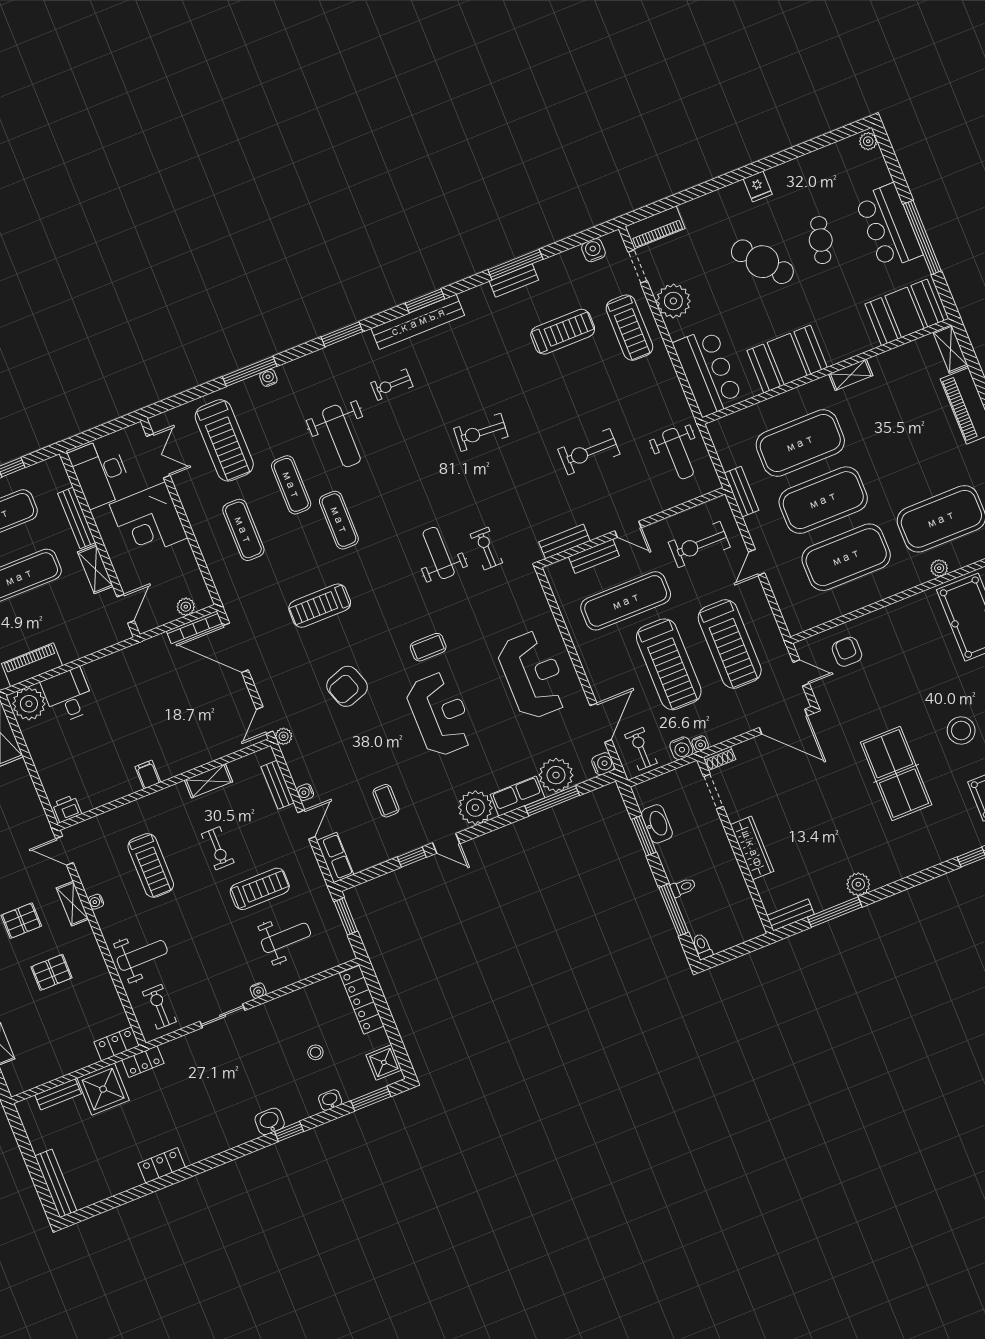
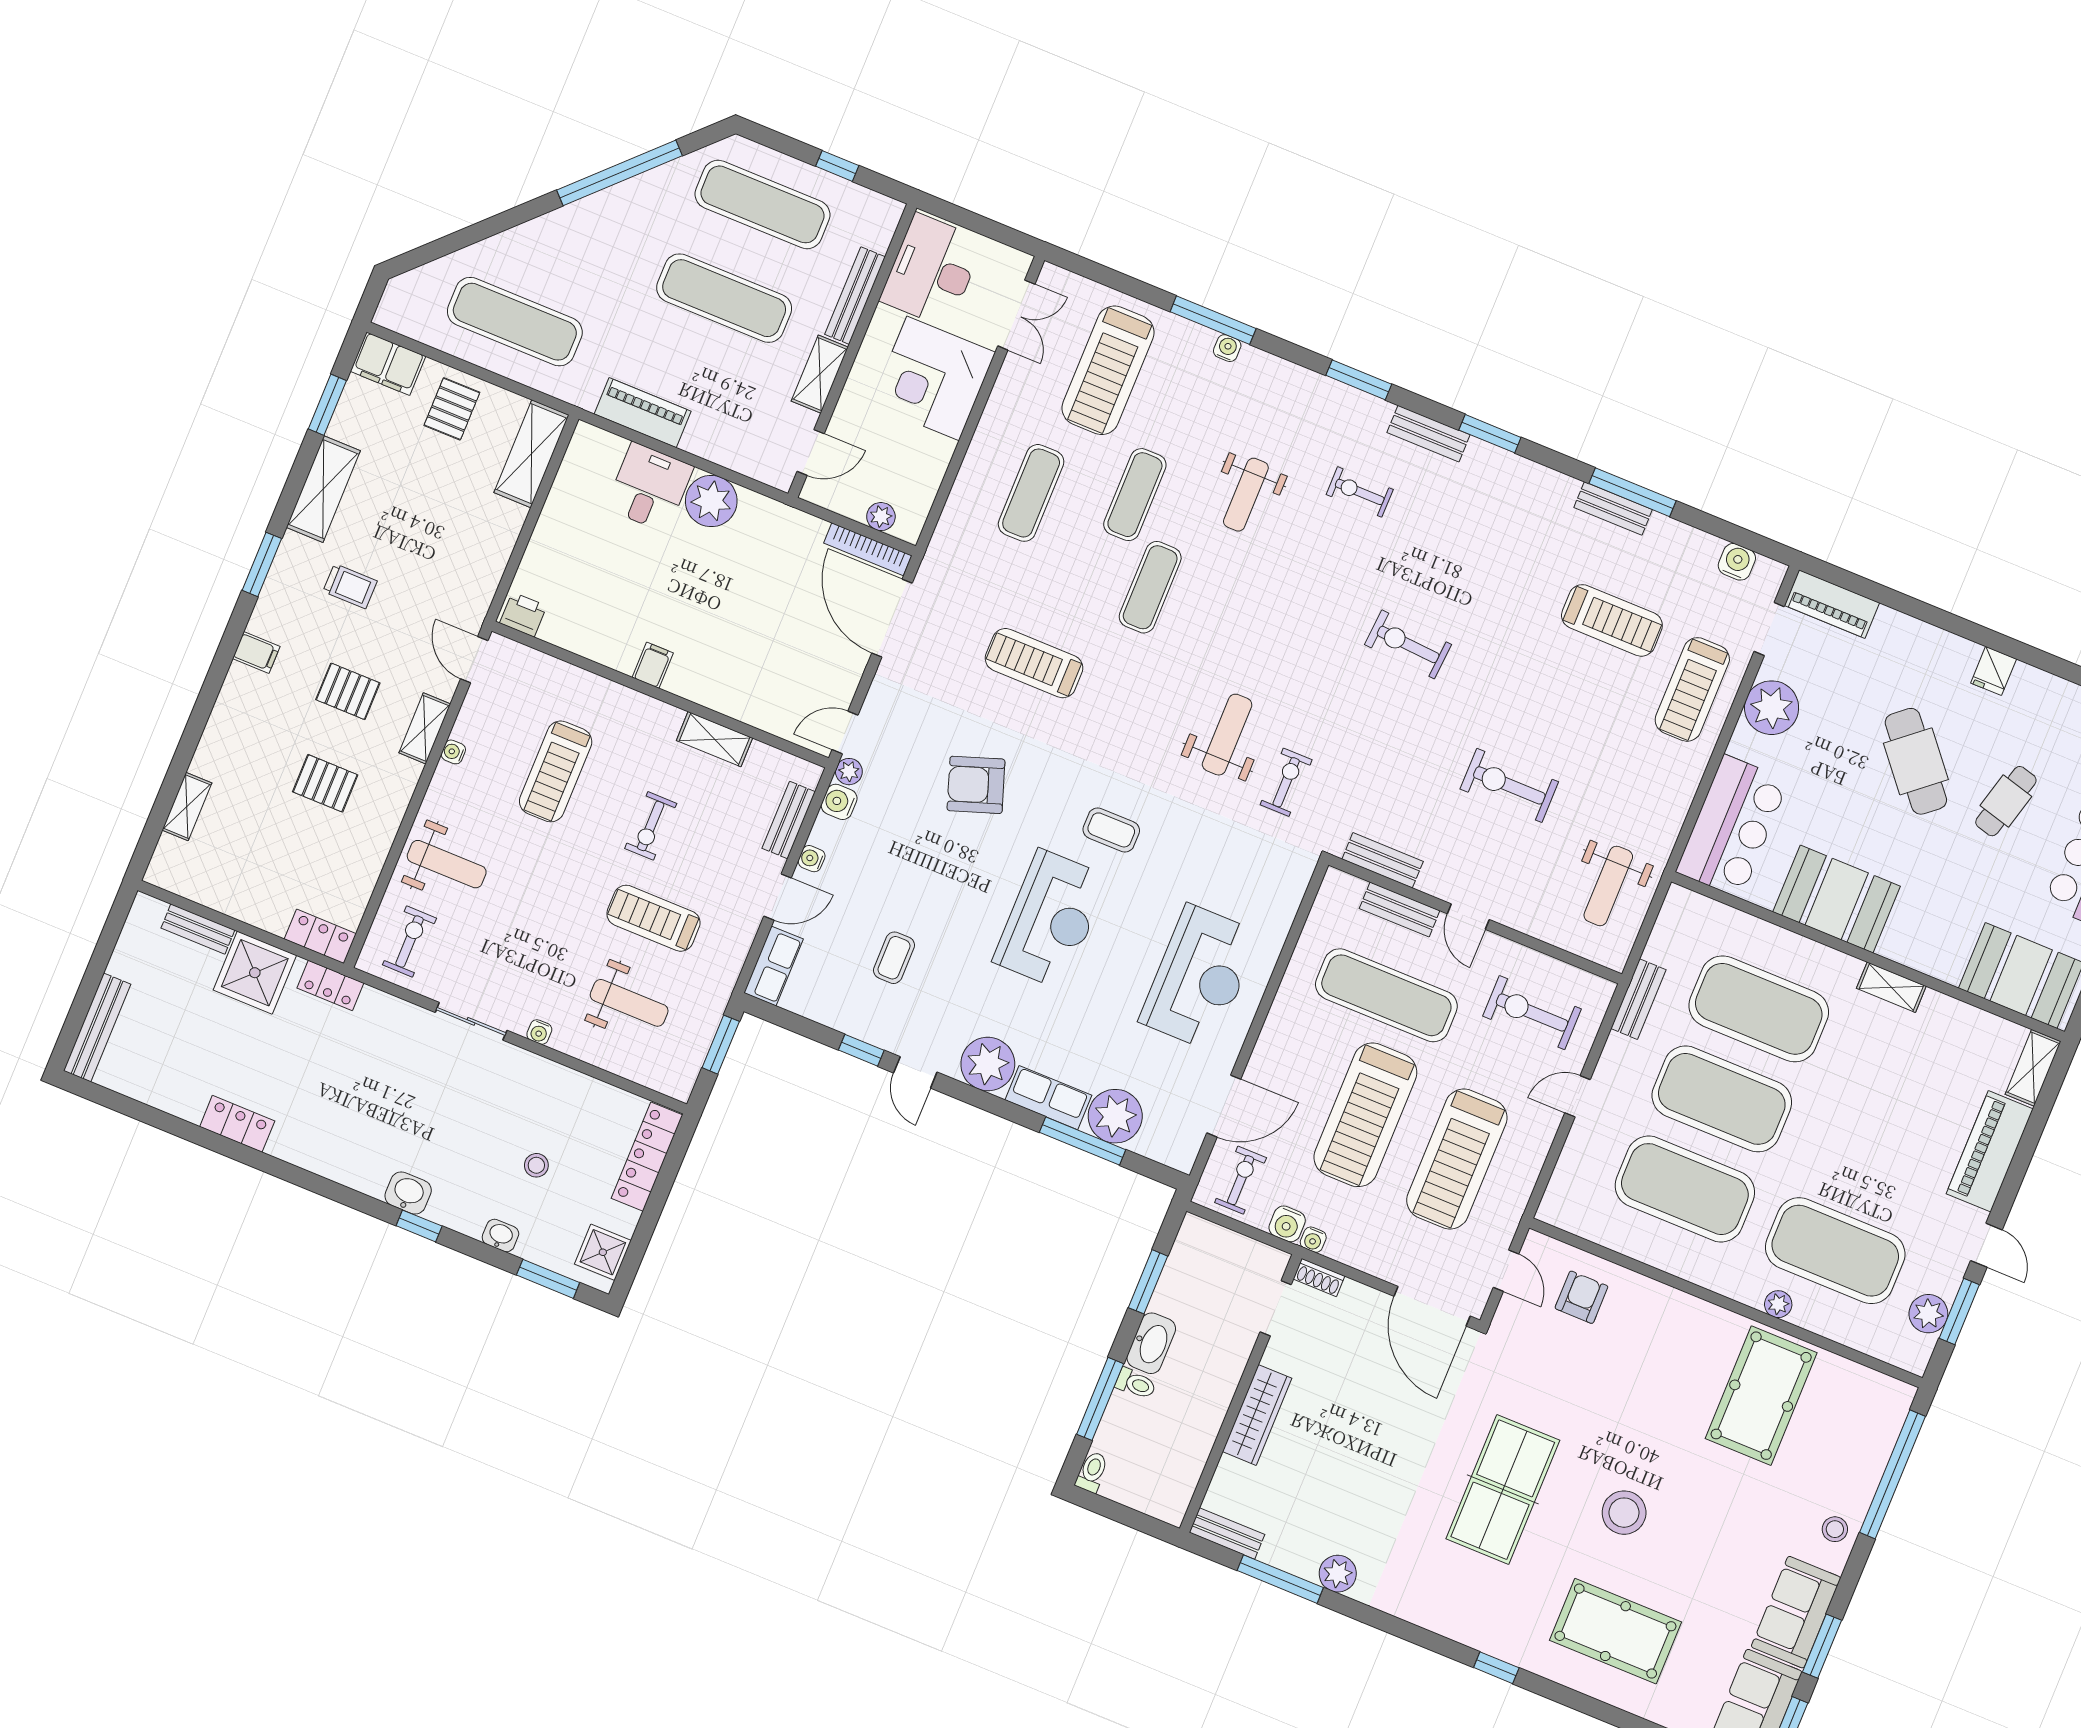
bench: (418, 322) -> (1428, 434), width x0.54, depth x0.82
weight bench: (341, 436) -> (1246, 495), width x0.73, depth x0.75
plant: (29, 704) -> (711, 501), moved
water cooler: (603, 764) -> (839, 802), moved, turned 180
washbasin: (657, 824) -> (1151, 1343), moved
treadmill: (260, 889) -> (653, 918), turned 180

